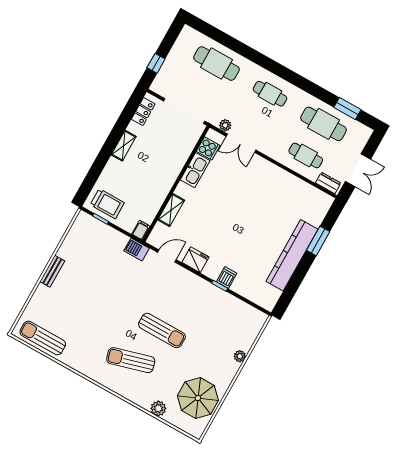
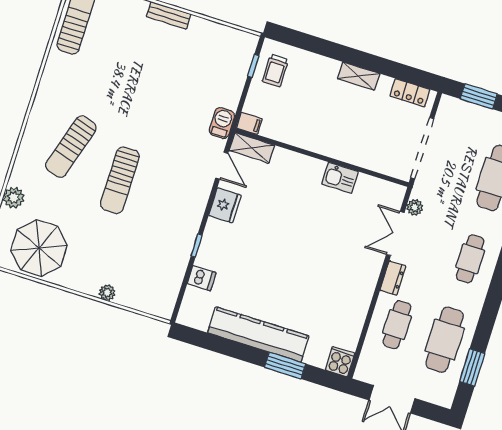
window: (156, 63) -> (479, 96), width x1.50
cooker: (208, 148) -> (340, 362), moved, turned 180
kitchen sink: (195, 170) -> (340, 178), width x0.73
dresser: (328, 183) -> (393, 278), moved
trolley: (107, 204) -> (275, 70), width x0.73, depth x0.72
shelving: (171, 210) -> (252, 148), moved
dishwasher: (227, 278) -> (202, 278), moved
sun lounger: (131, 360) -> (71, 147), turned -147

